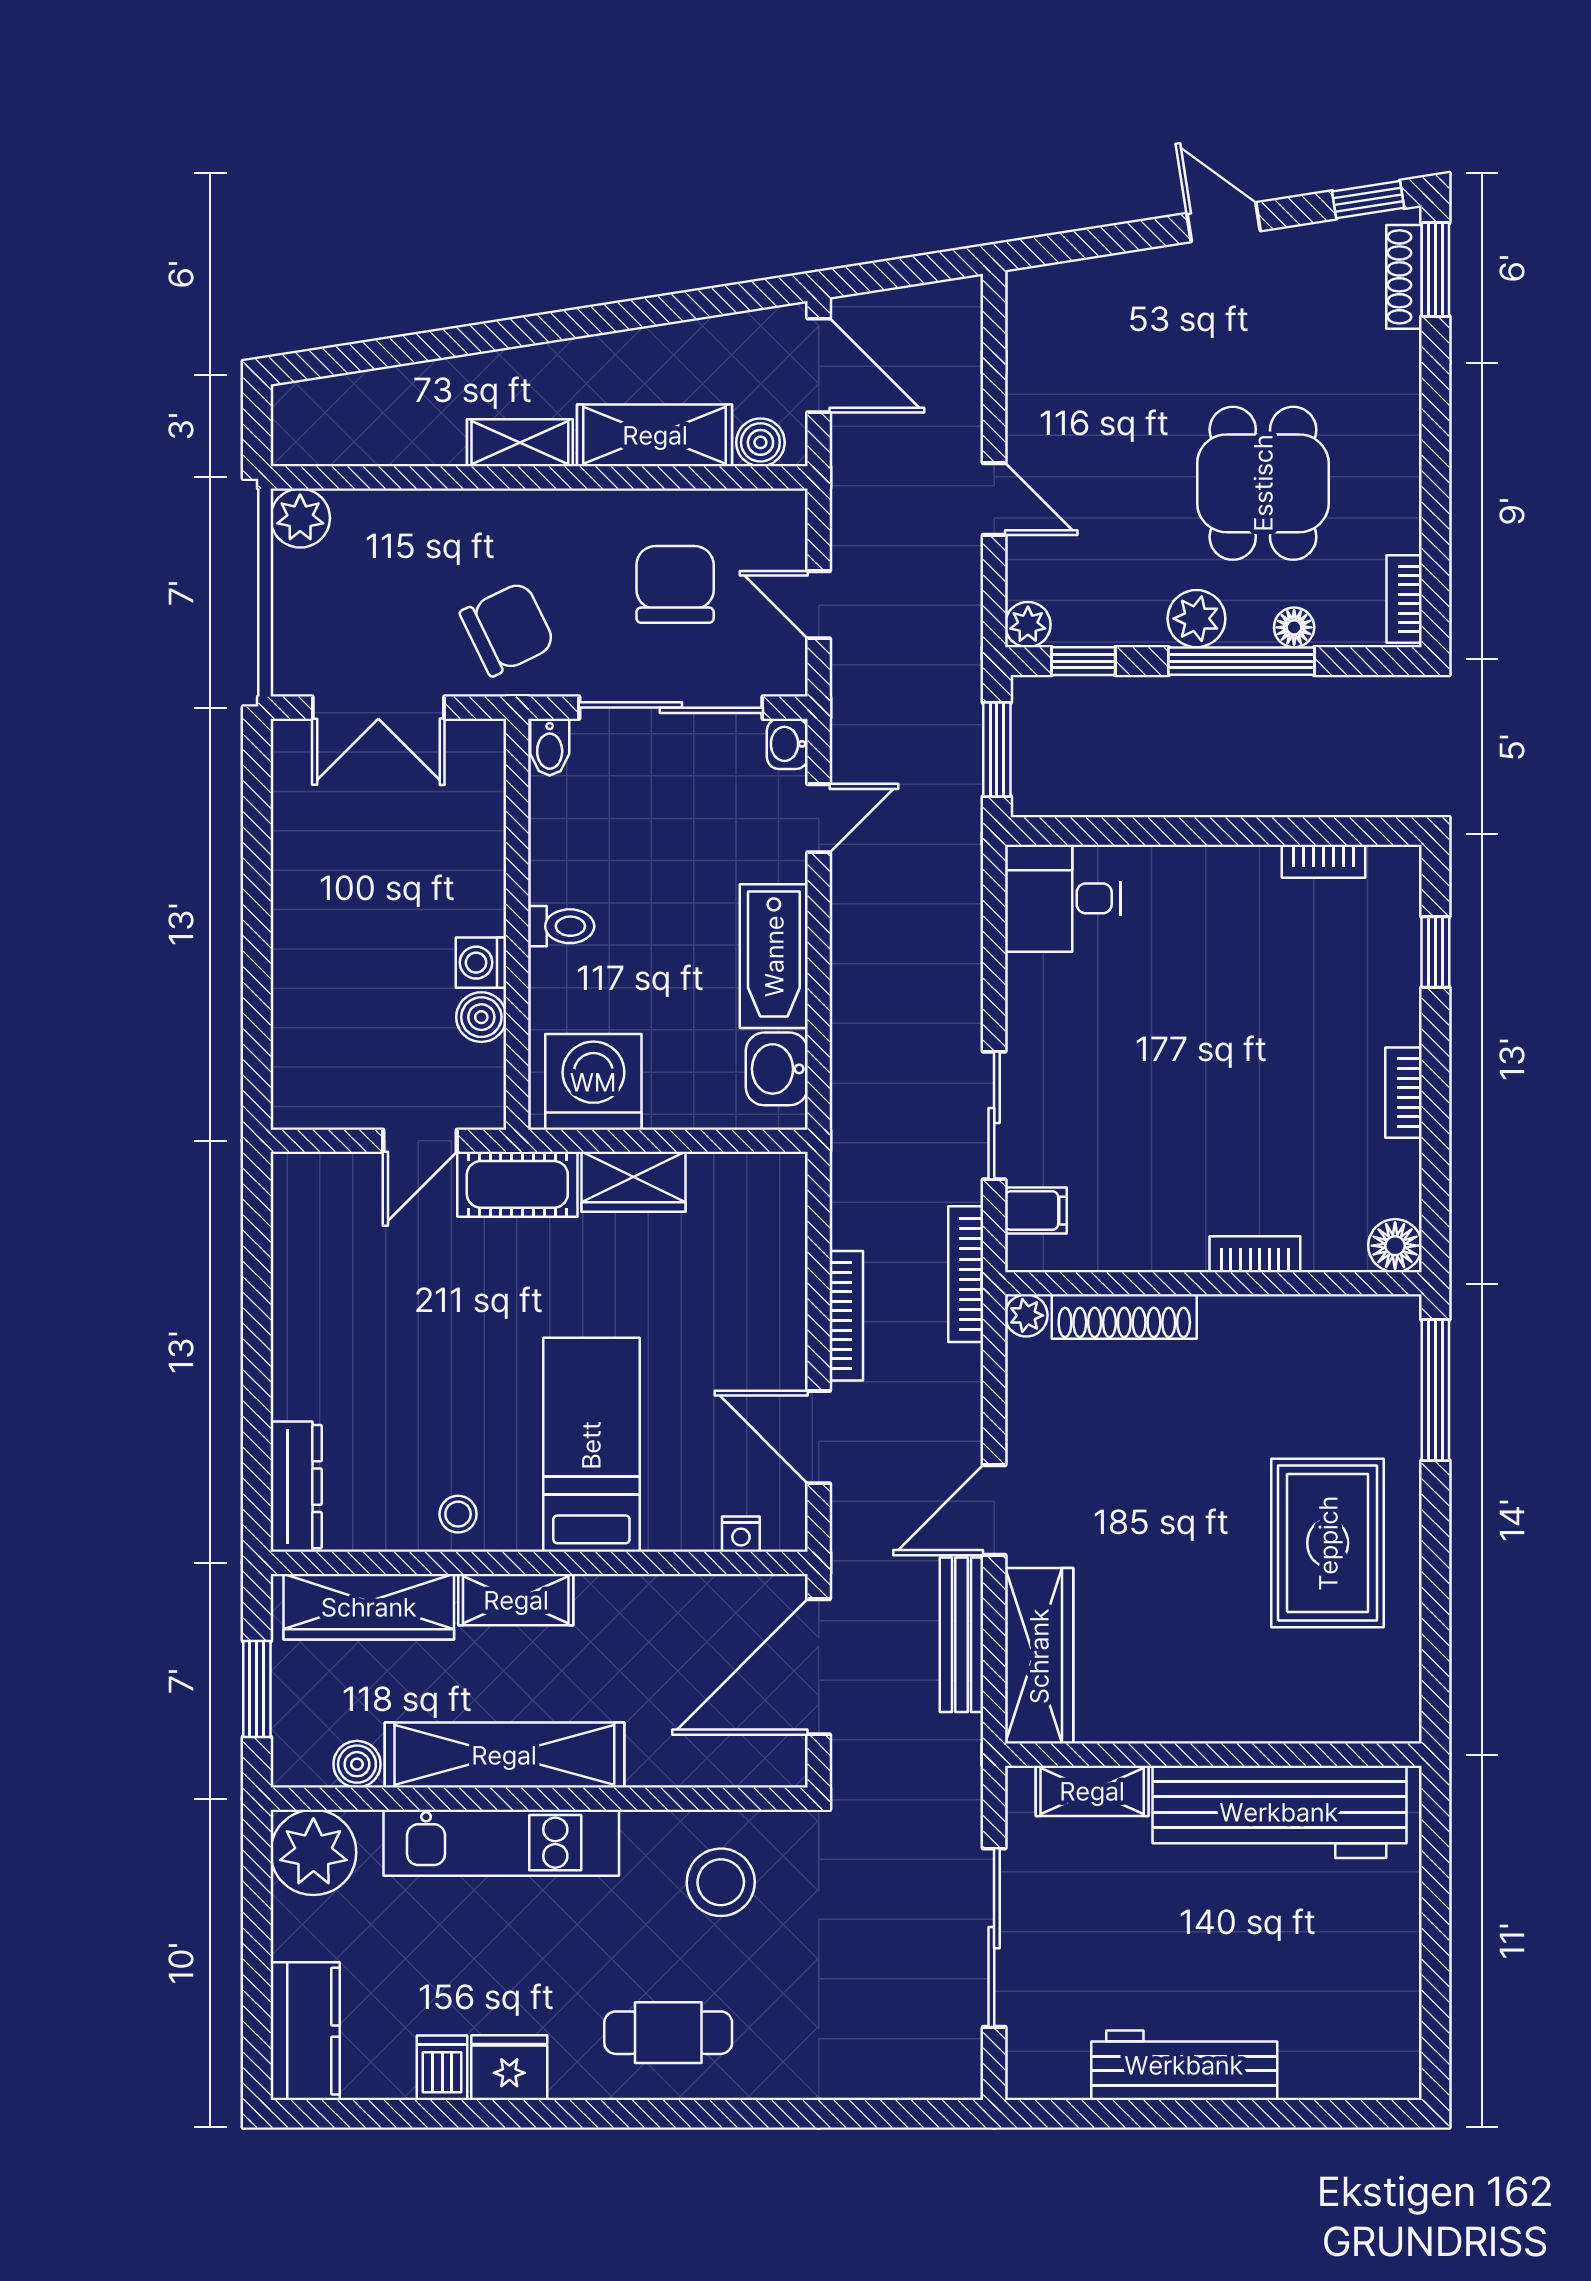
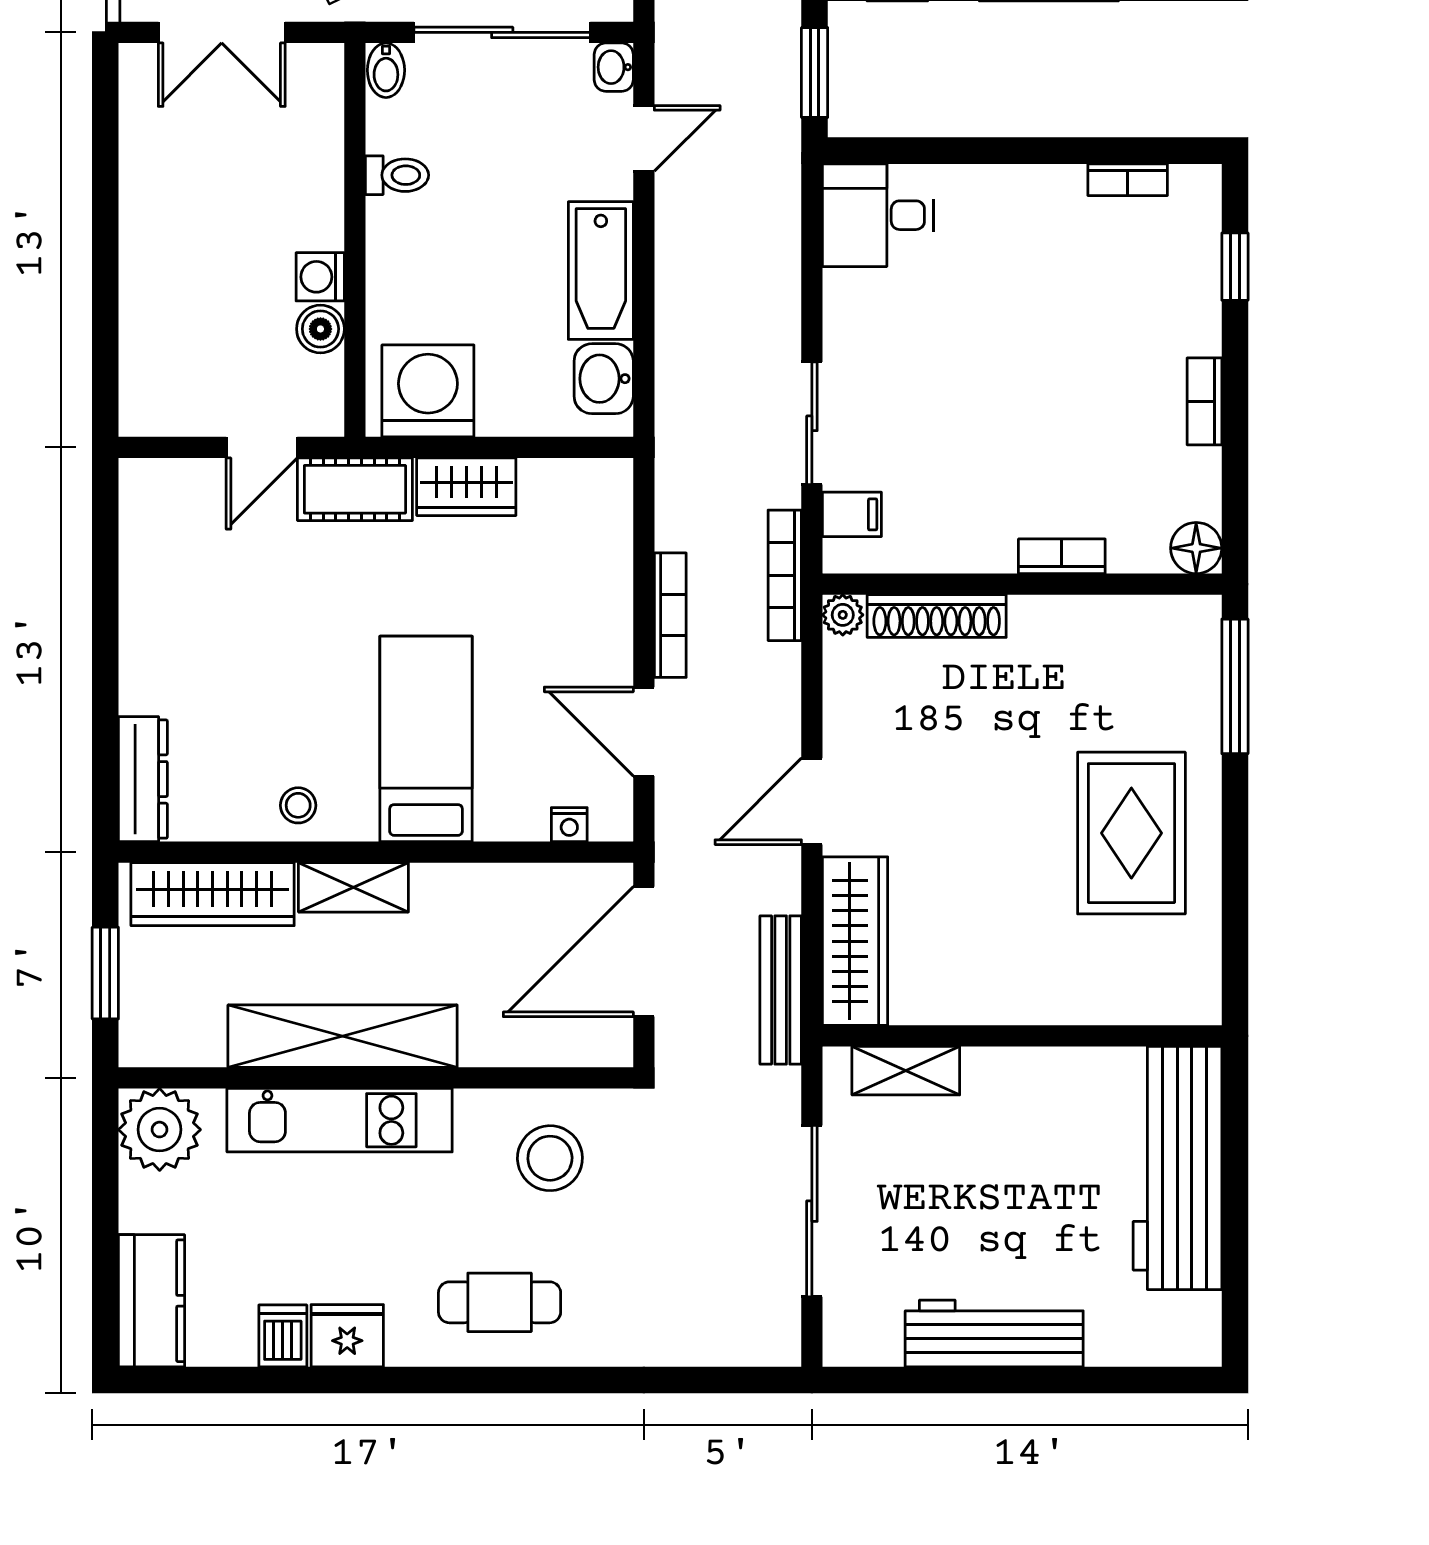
toilet: (561, 926) -> (397, 175), moved
bench: (961, 1635) -> (781, 990), moved
boiler: (357, 1764) -> (201, 1045), removed
workbench: (1279, 1812) -> (1177, 1168), moved, turned 90

